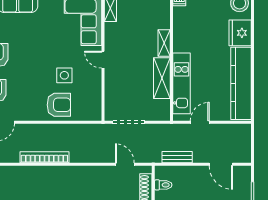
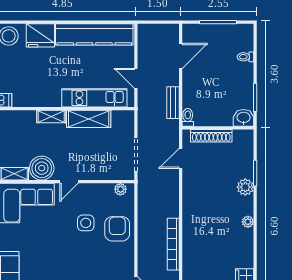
boiler: (116, 34) -> (42, 168), added
plant: (96, 108) -> (120, 189), added
toilet: (163, 185) -> (188, 117), moved

